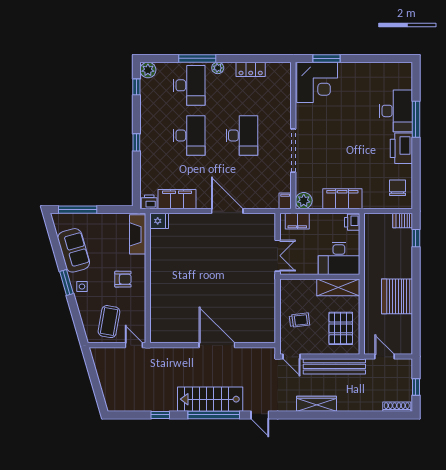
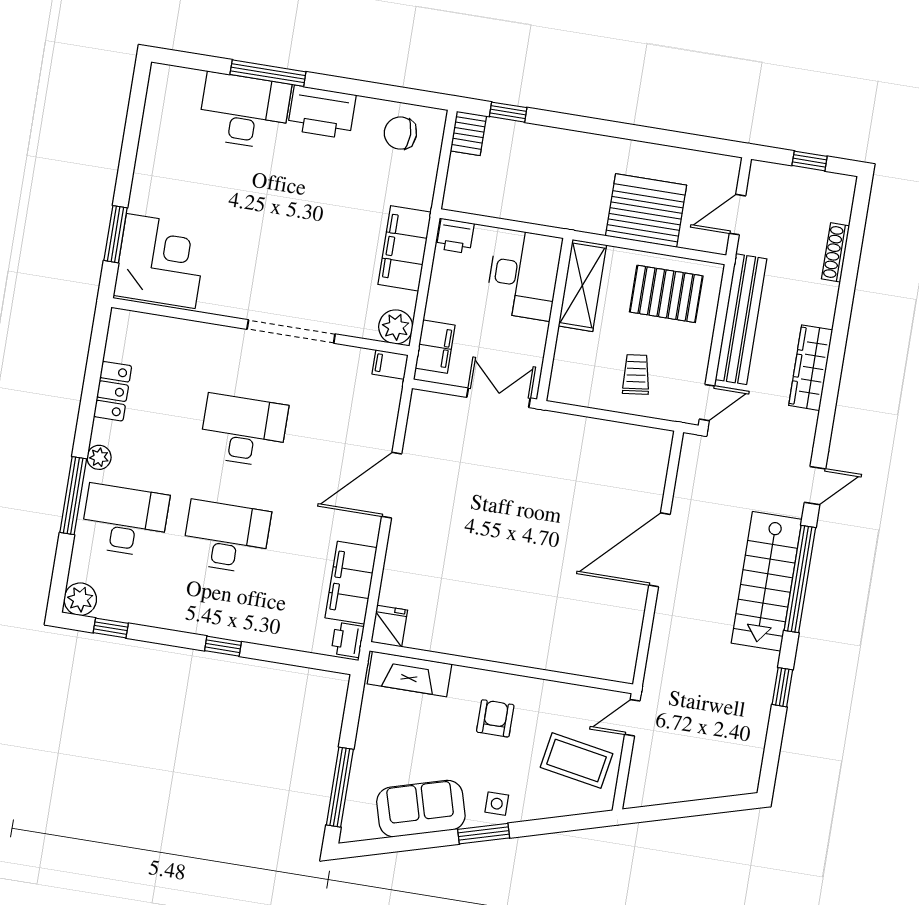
server rack: (397, 296) -> (646, 211), moved, turned 180
shoe rack: (397, 407) -> (836, 252), moved

